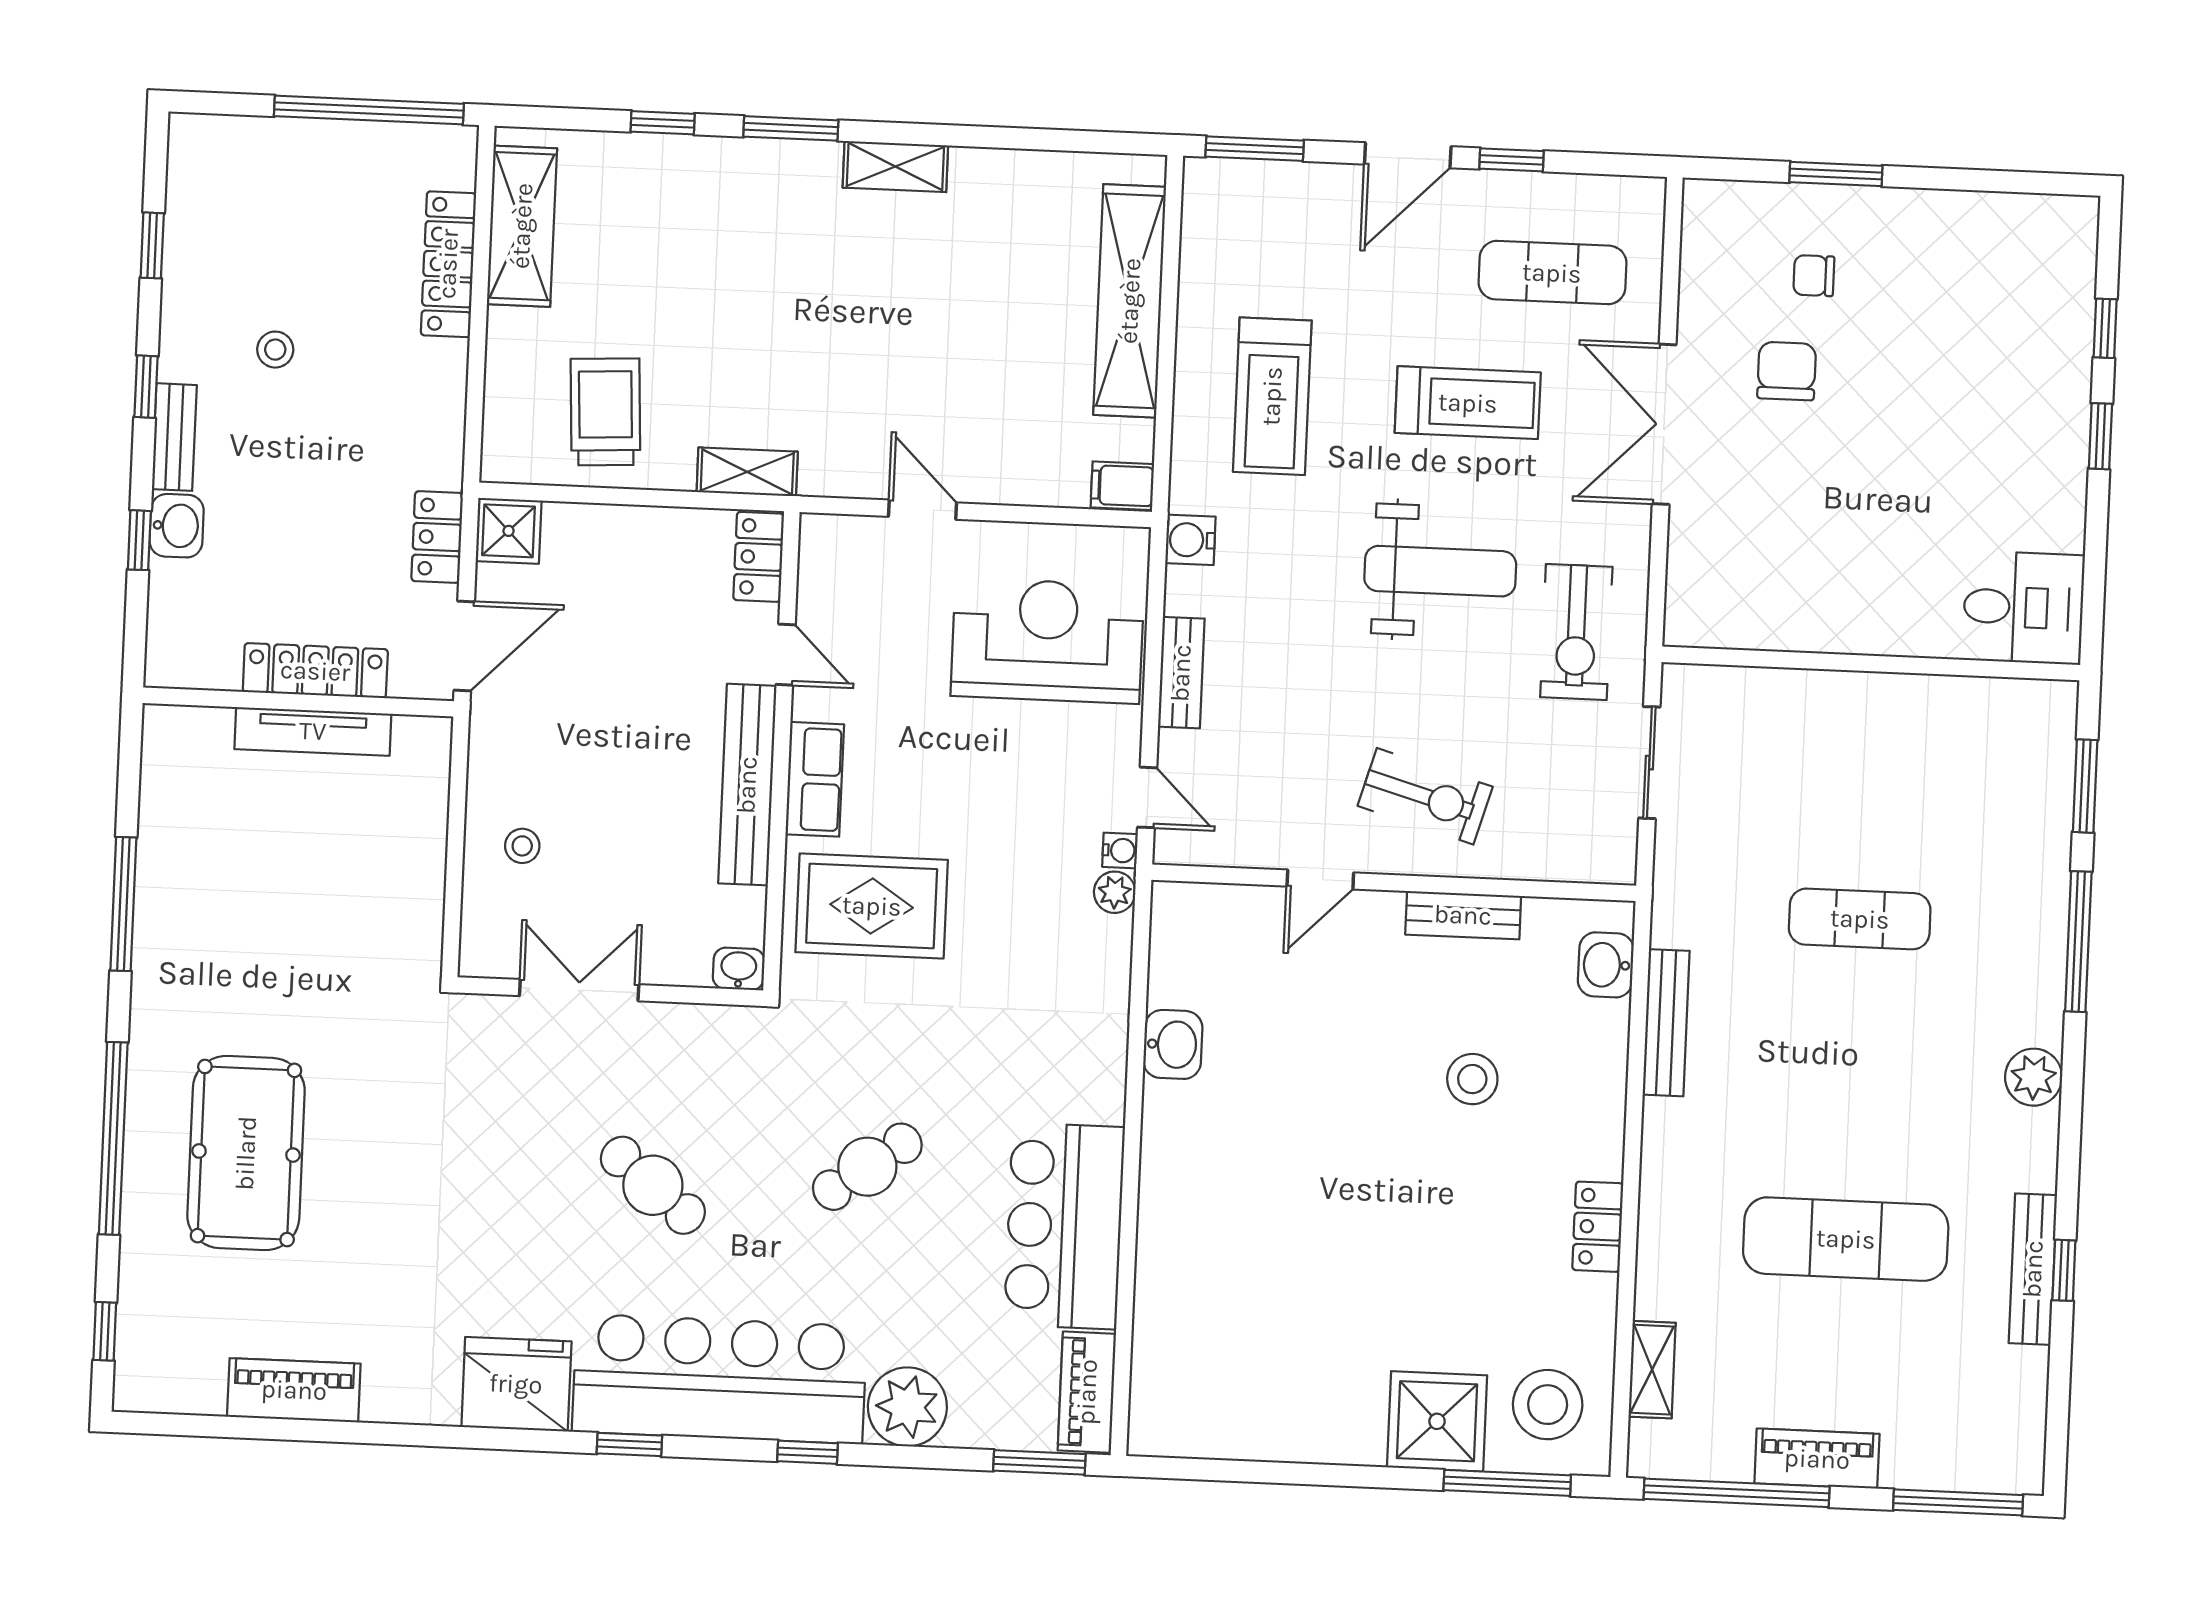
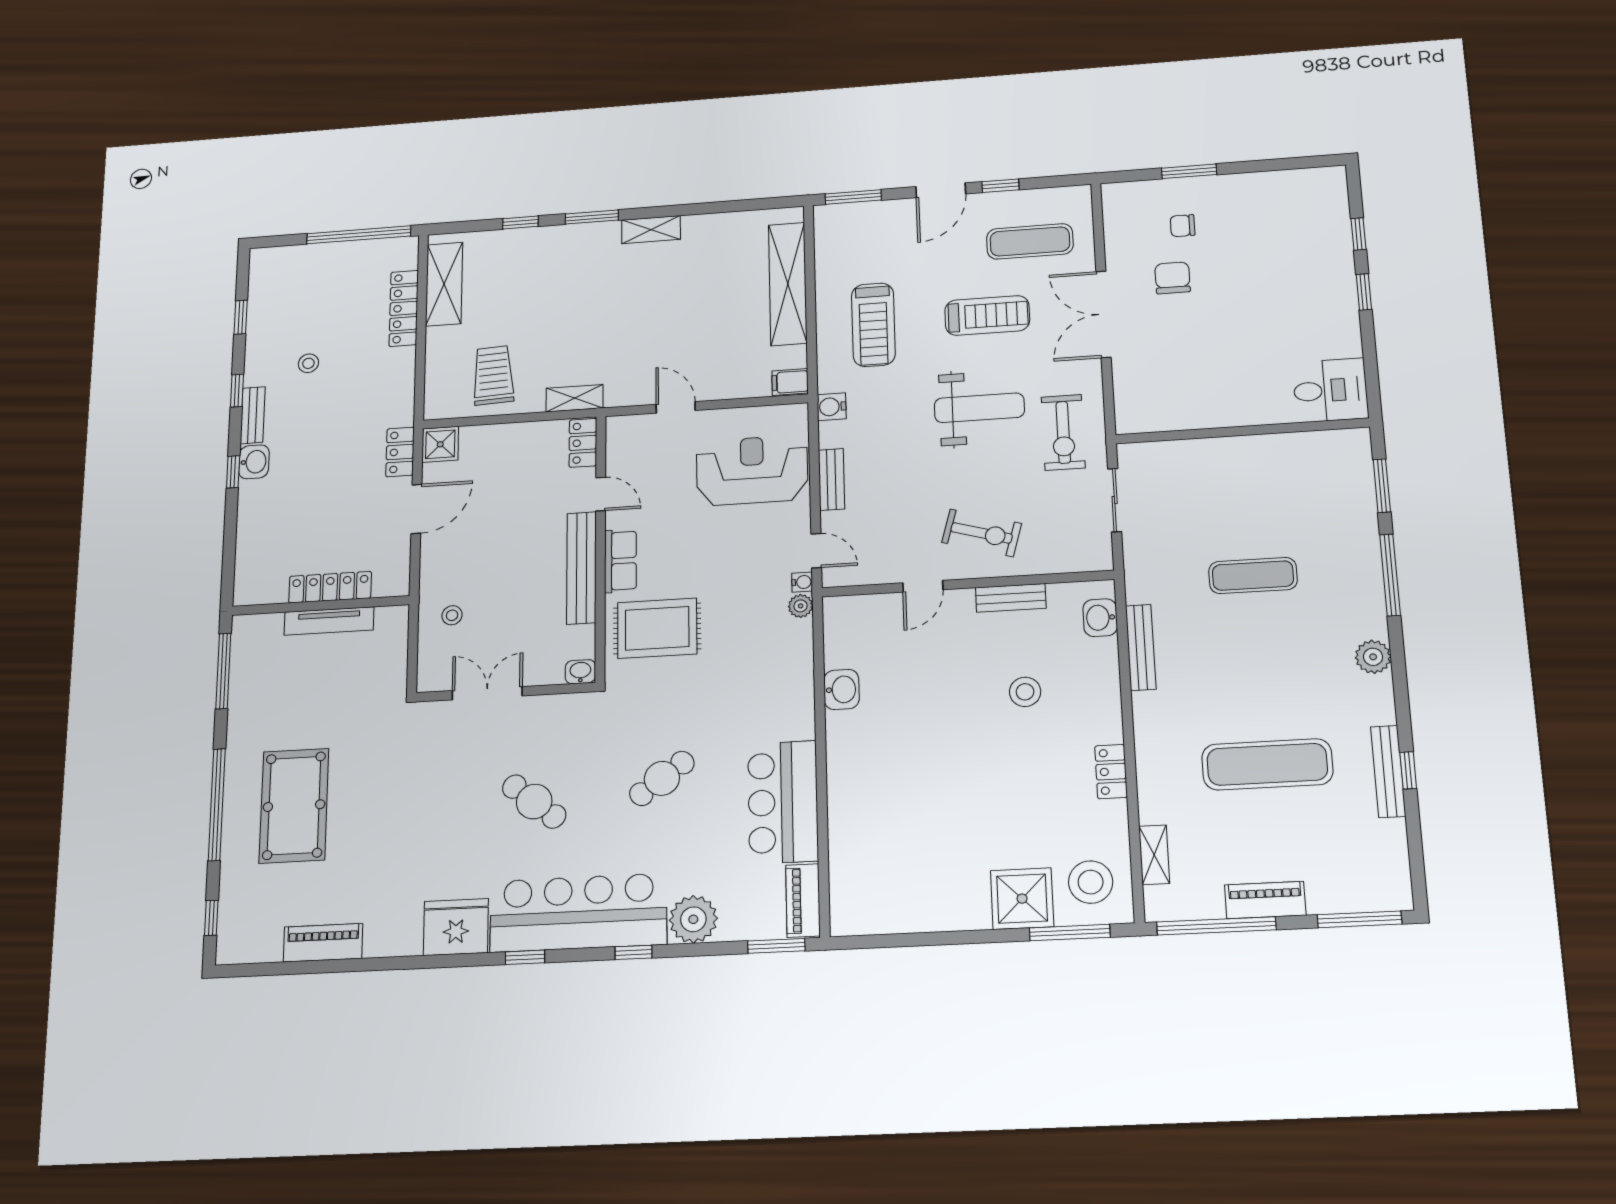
locker: (315, 671) -> (330, 587), moved
wall: (298, 702) -> (320, 606), moved
tv unit: (313, 731) -> (329, 621), moved

